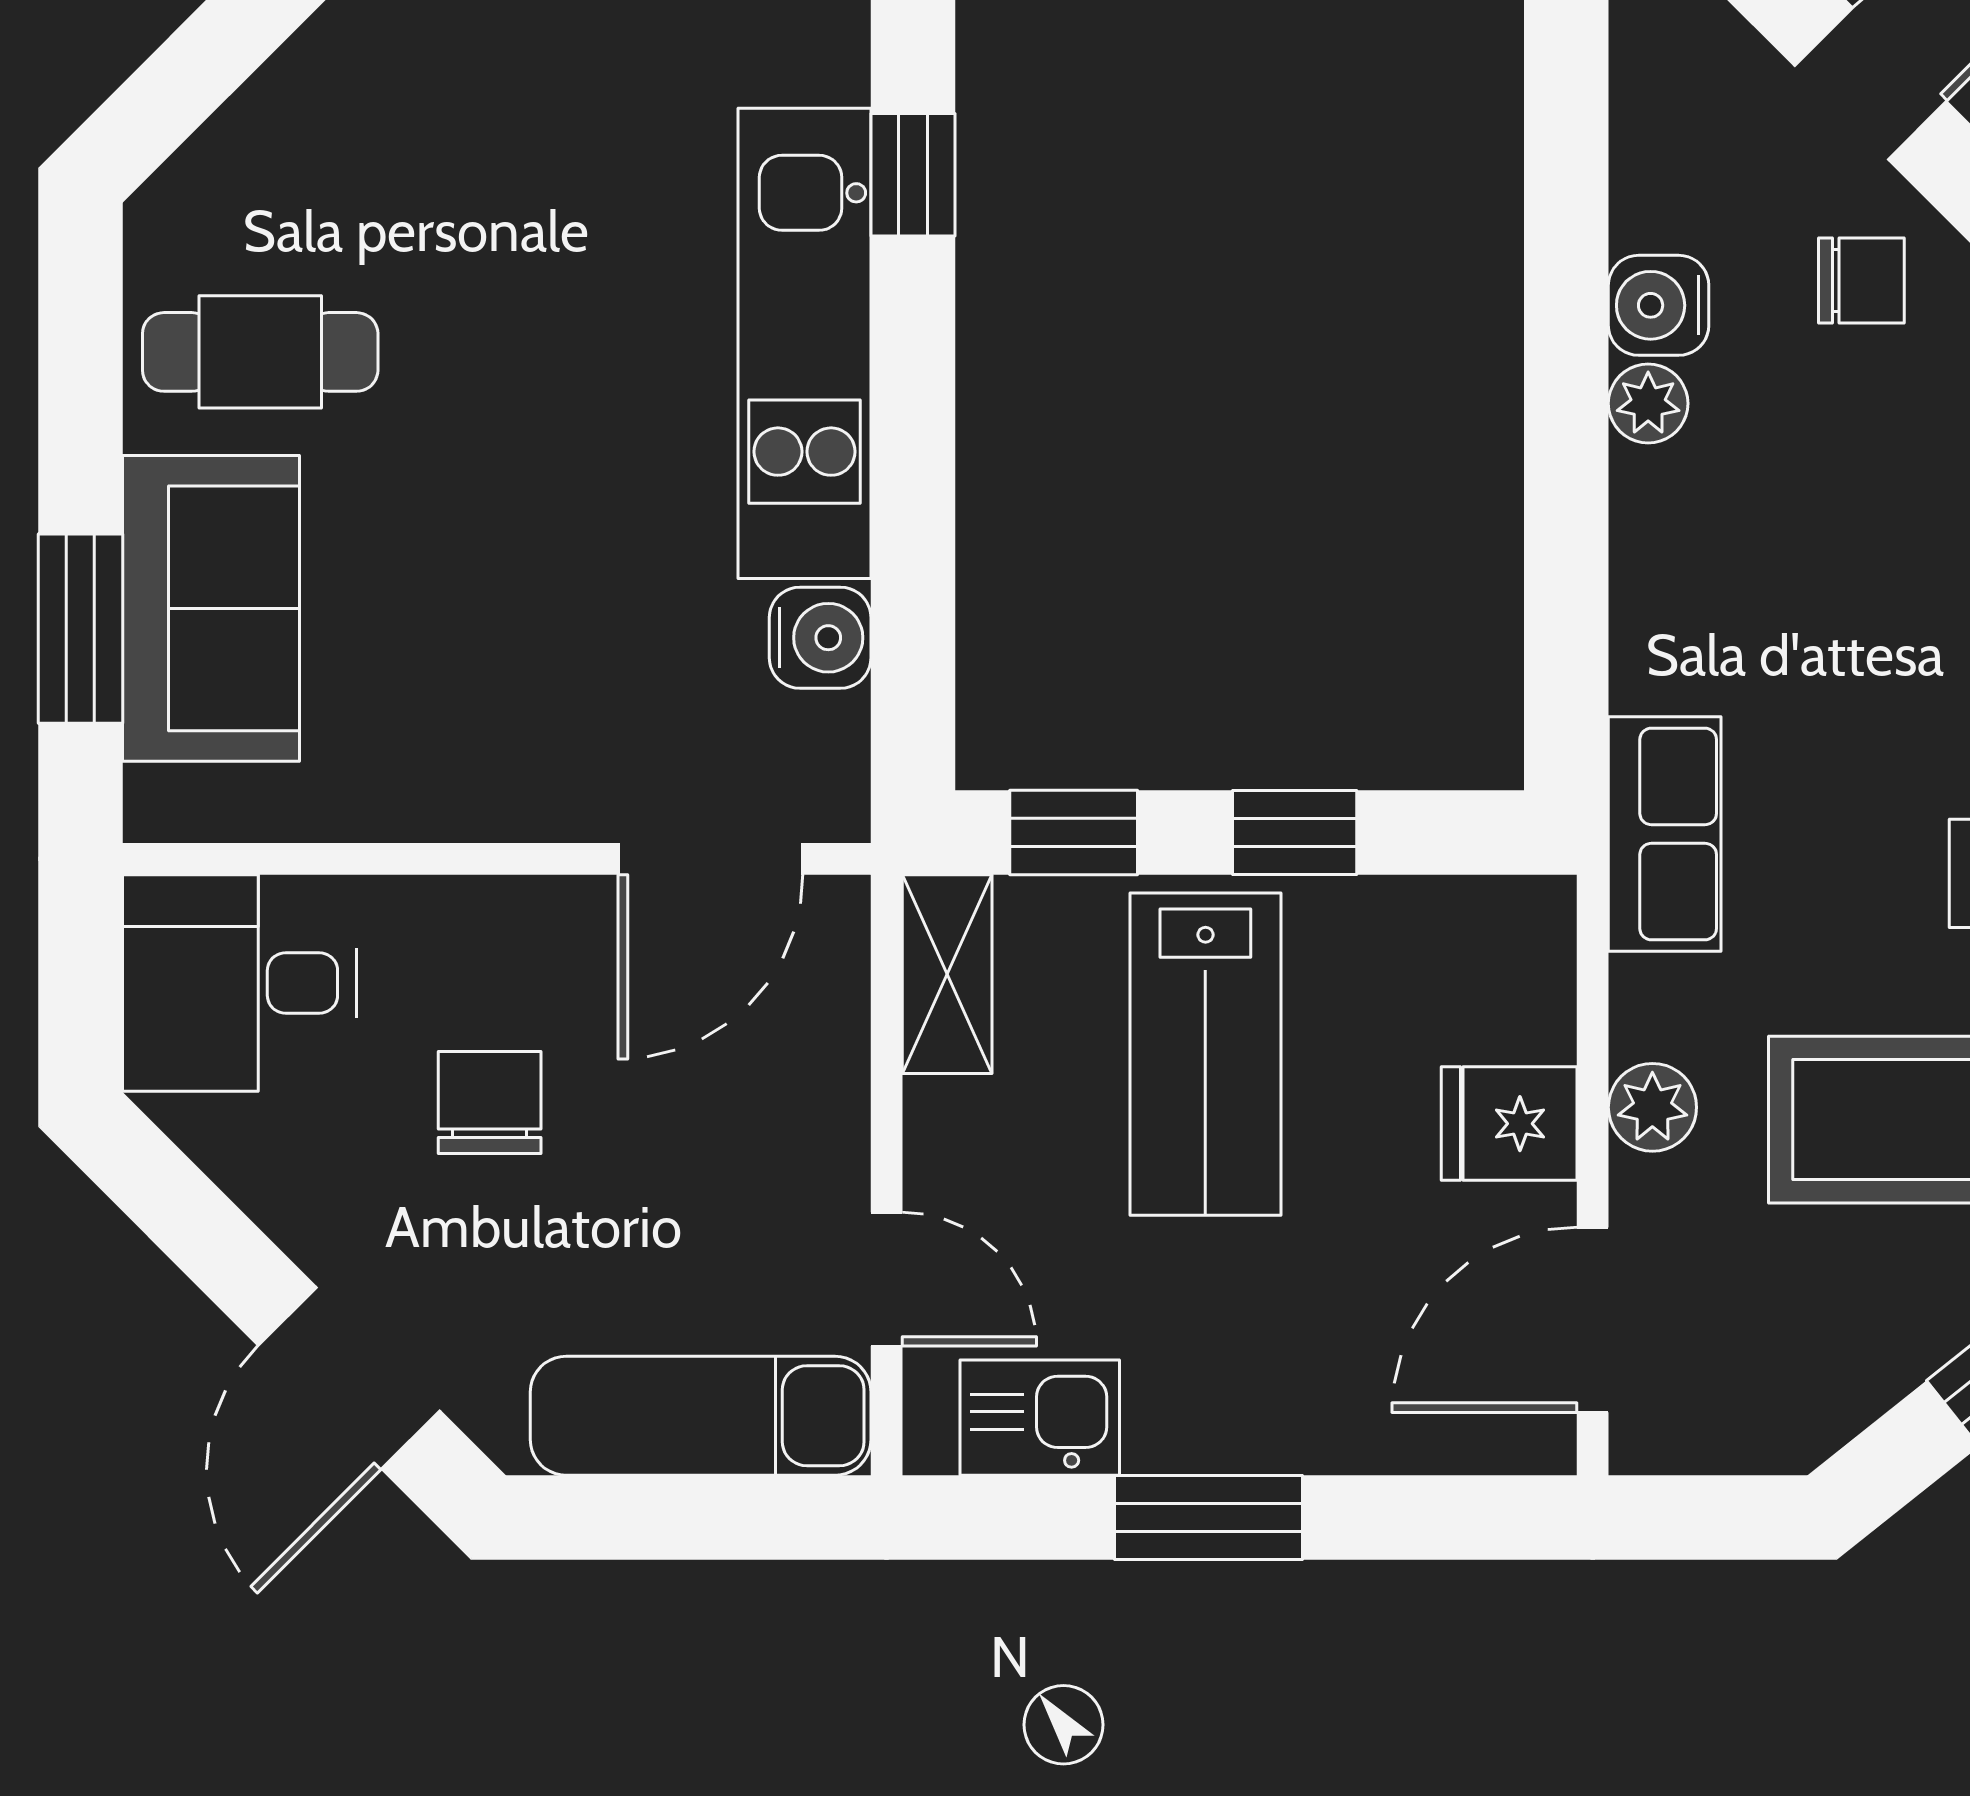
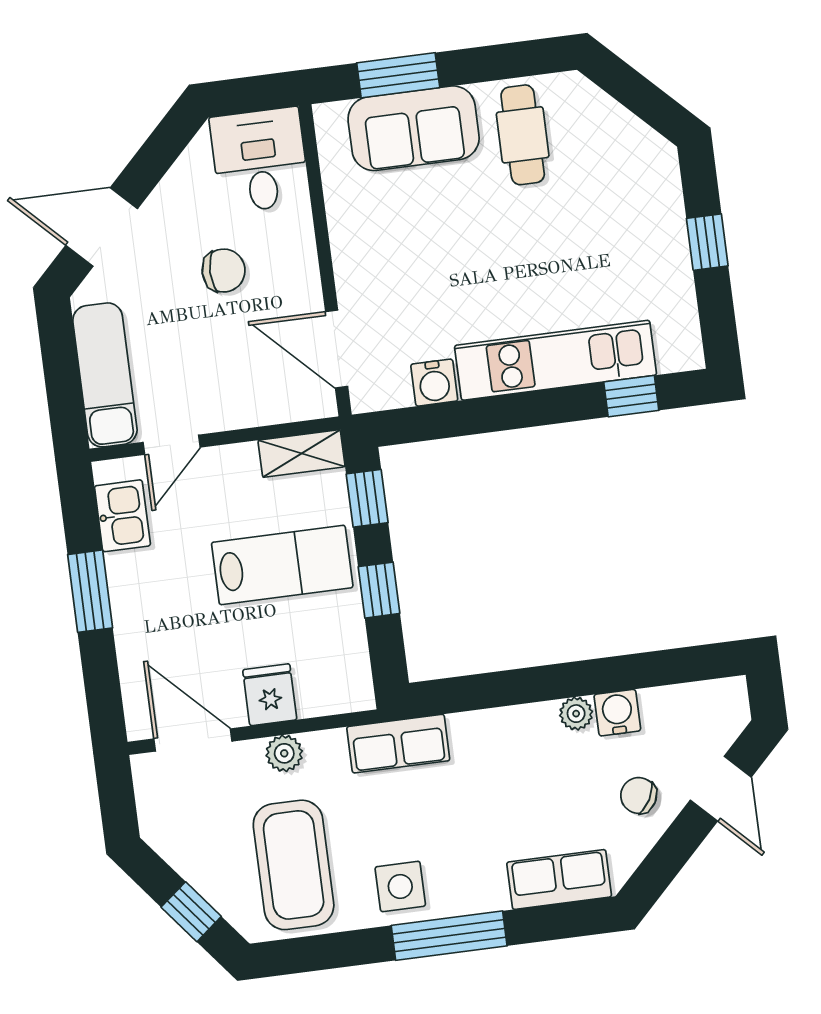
chair: (1861, 280) -> (639, 795), turned 119
lab bench: (1205, 1054) -> (282, 565), turned 180

